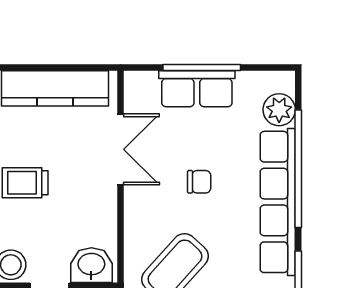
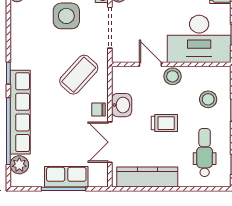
chair: (199, 182) -> (99, 109), moved
washbasin: (91, 265) -> (122, 105), moved, turned -90

